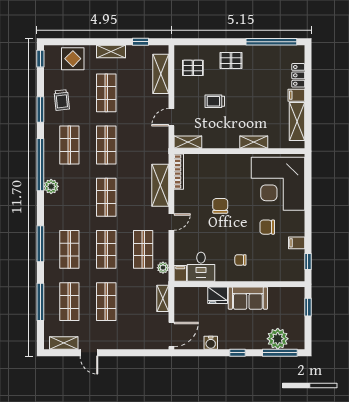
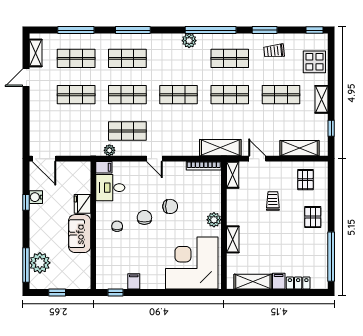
plant: (234, 161) -> (214, 220), added
shelving: (160, 185) -> (220, 148), moved
chair: (267, 227) -> (144, 217), moved
shelving: (163, 298) -> (79, 150), removed
window: (308, 307) -> (57, 293), moved
window: (237, 353) -> (26, 202), moved

